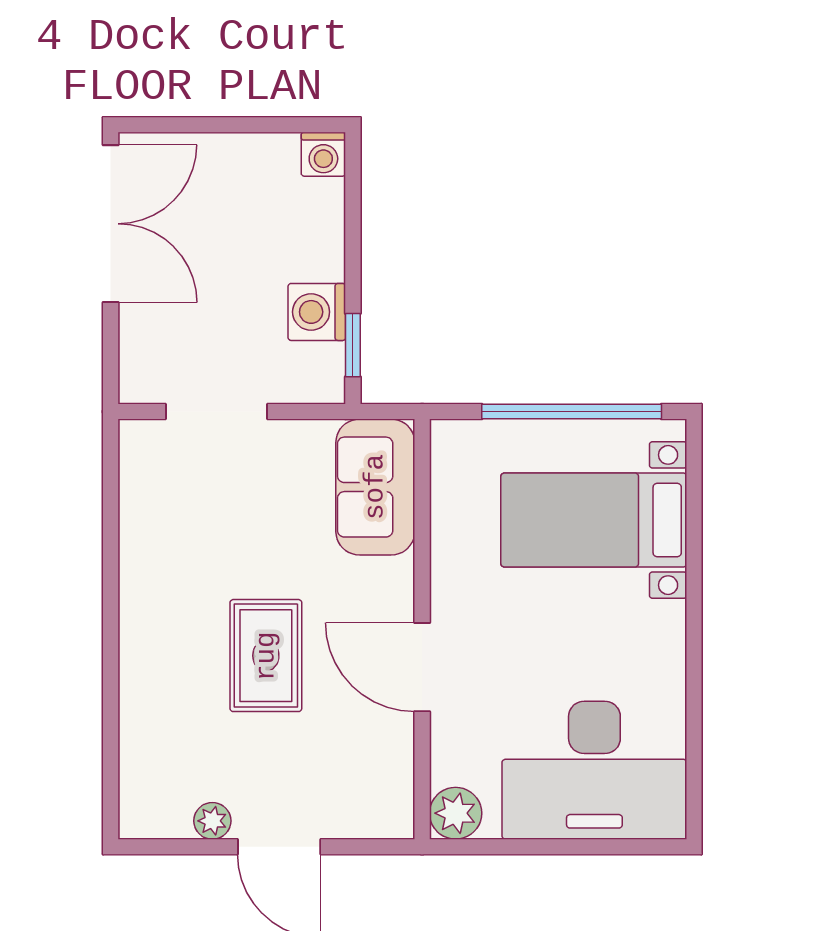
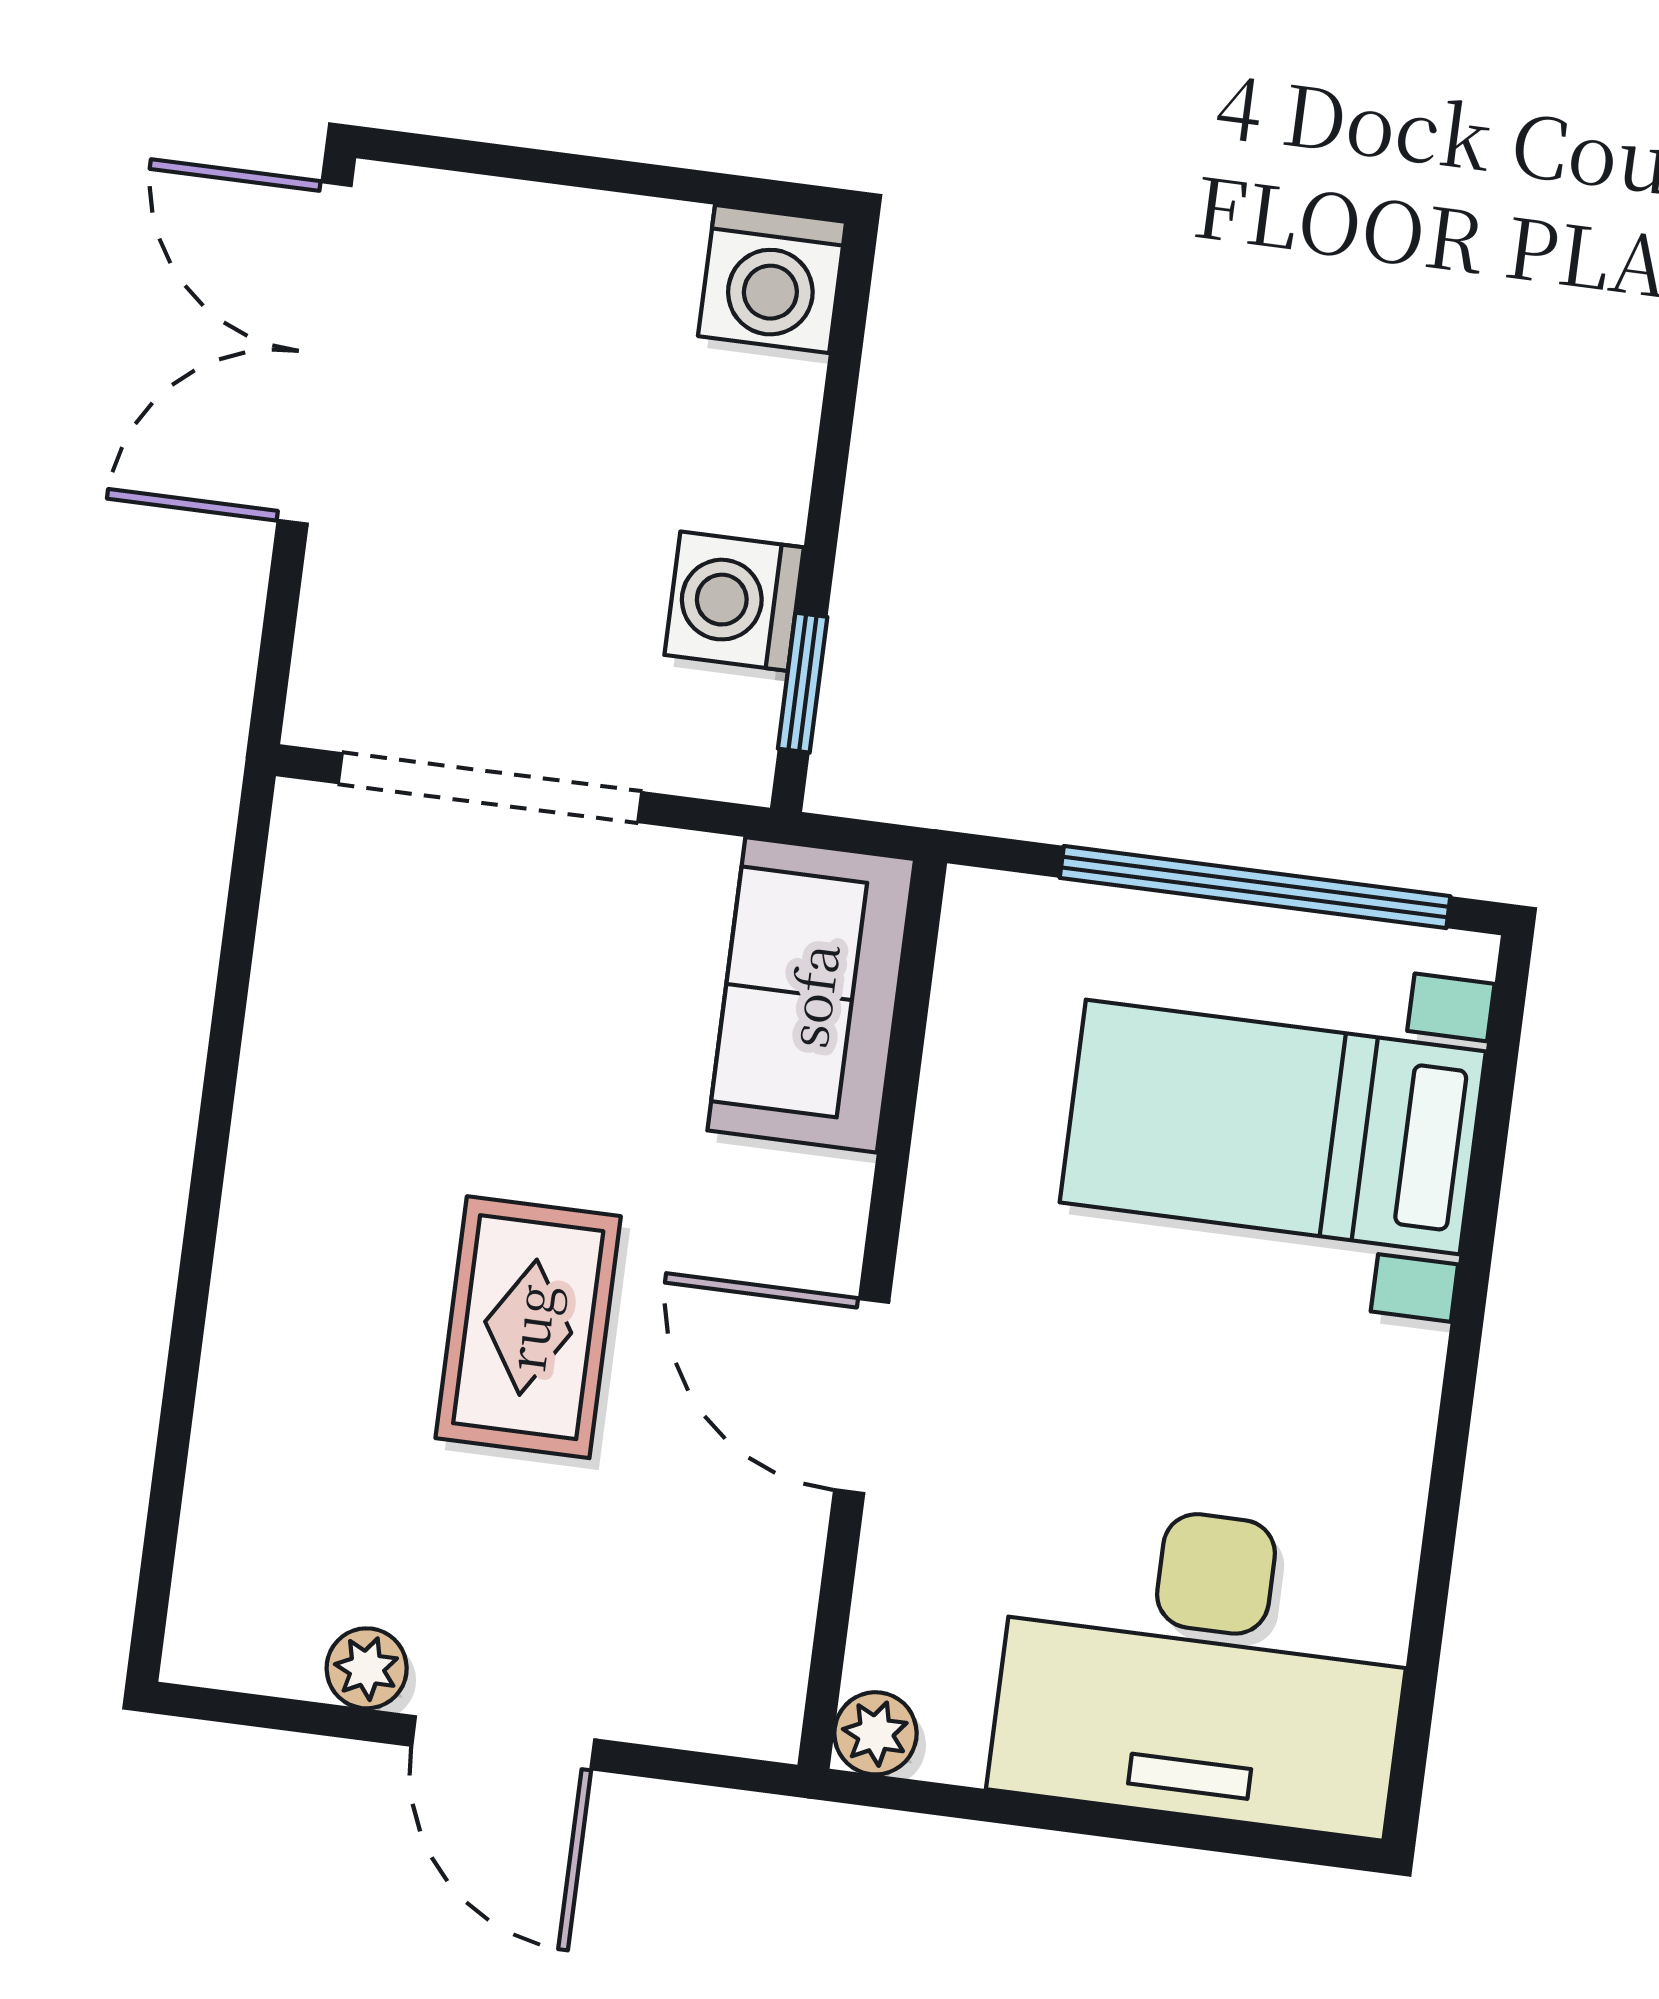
washing machine: (323, 154) -> (772, 279), width x1.38, depth x1.38
double door: (111, 224) -> (315, 353), swing flipped
doorway: (216, 412) -> (490, 788), width x1.36
plant: (456, 813) -> (875, 1733), width x0.73, depth x0.73

